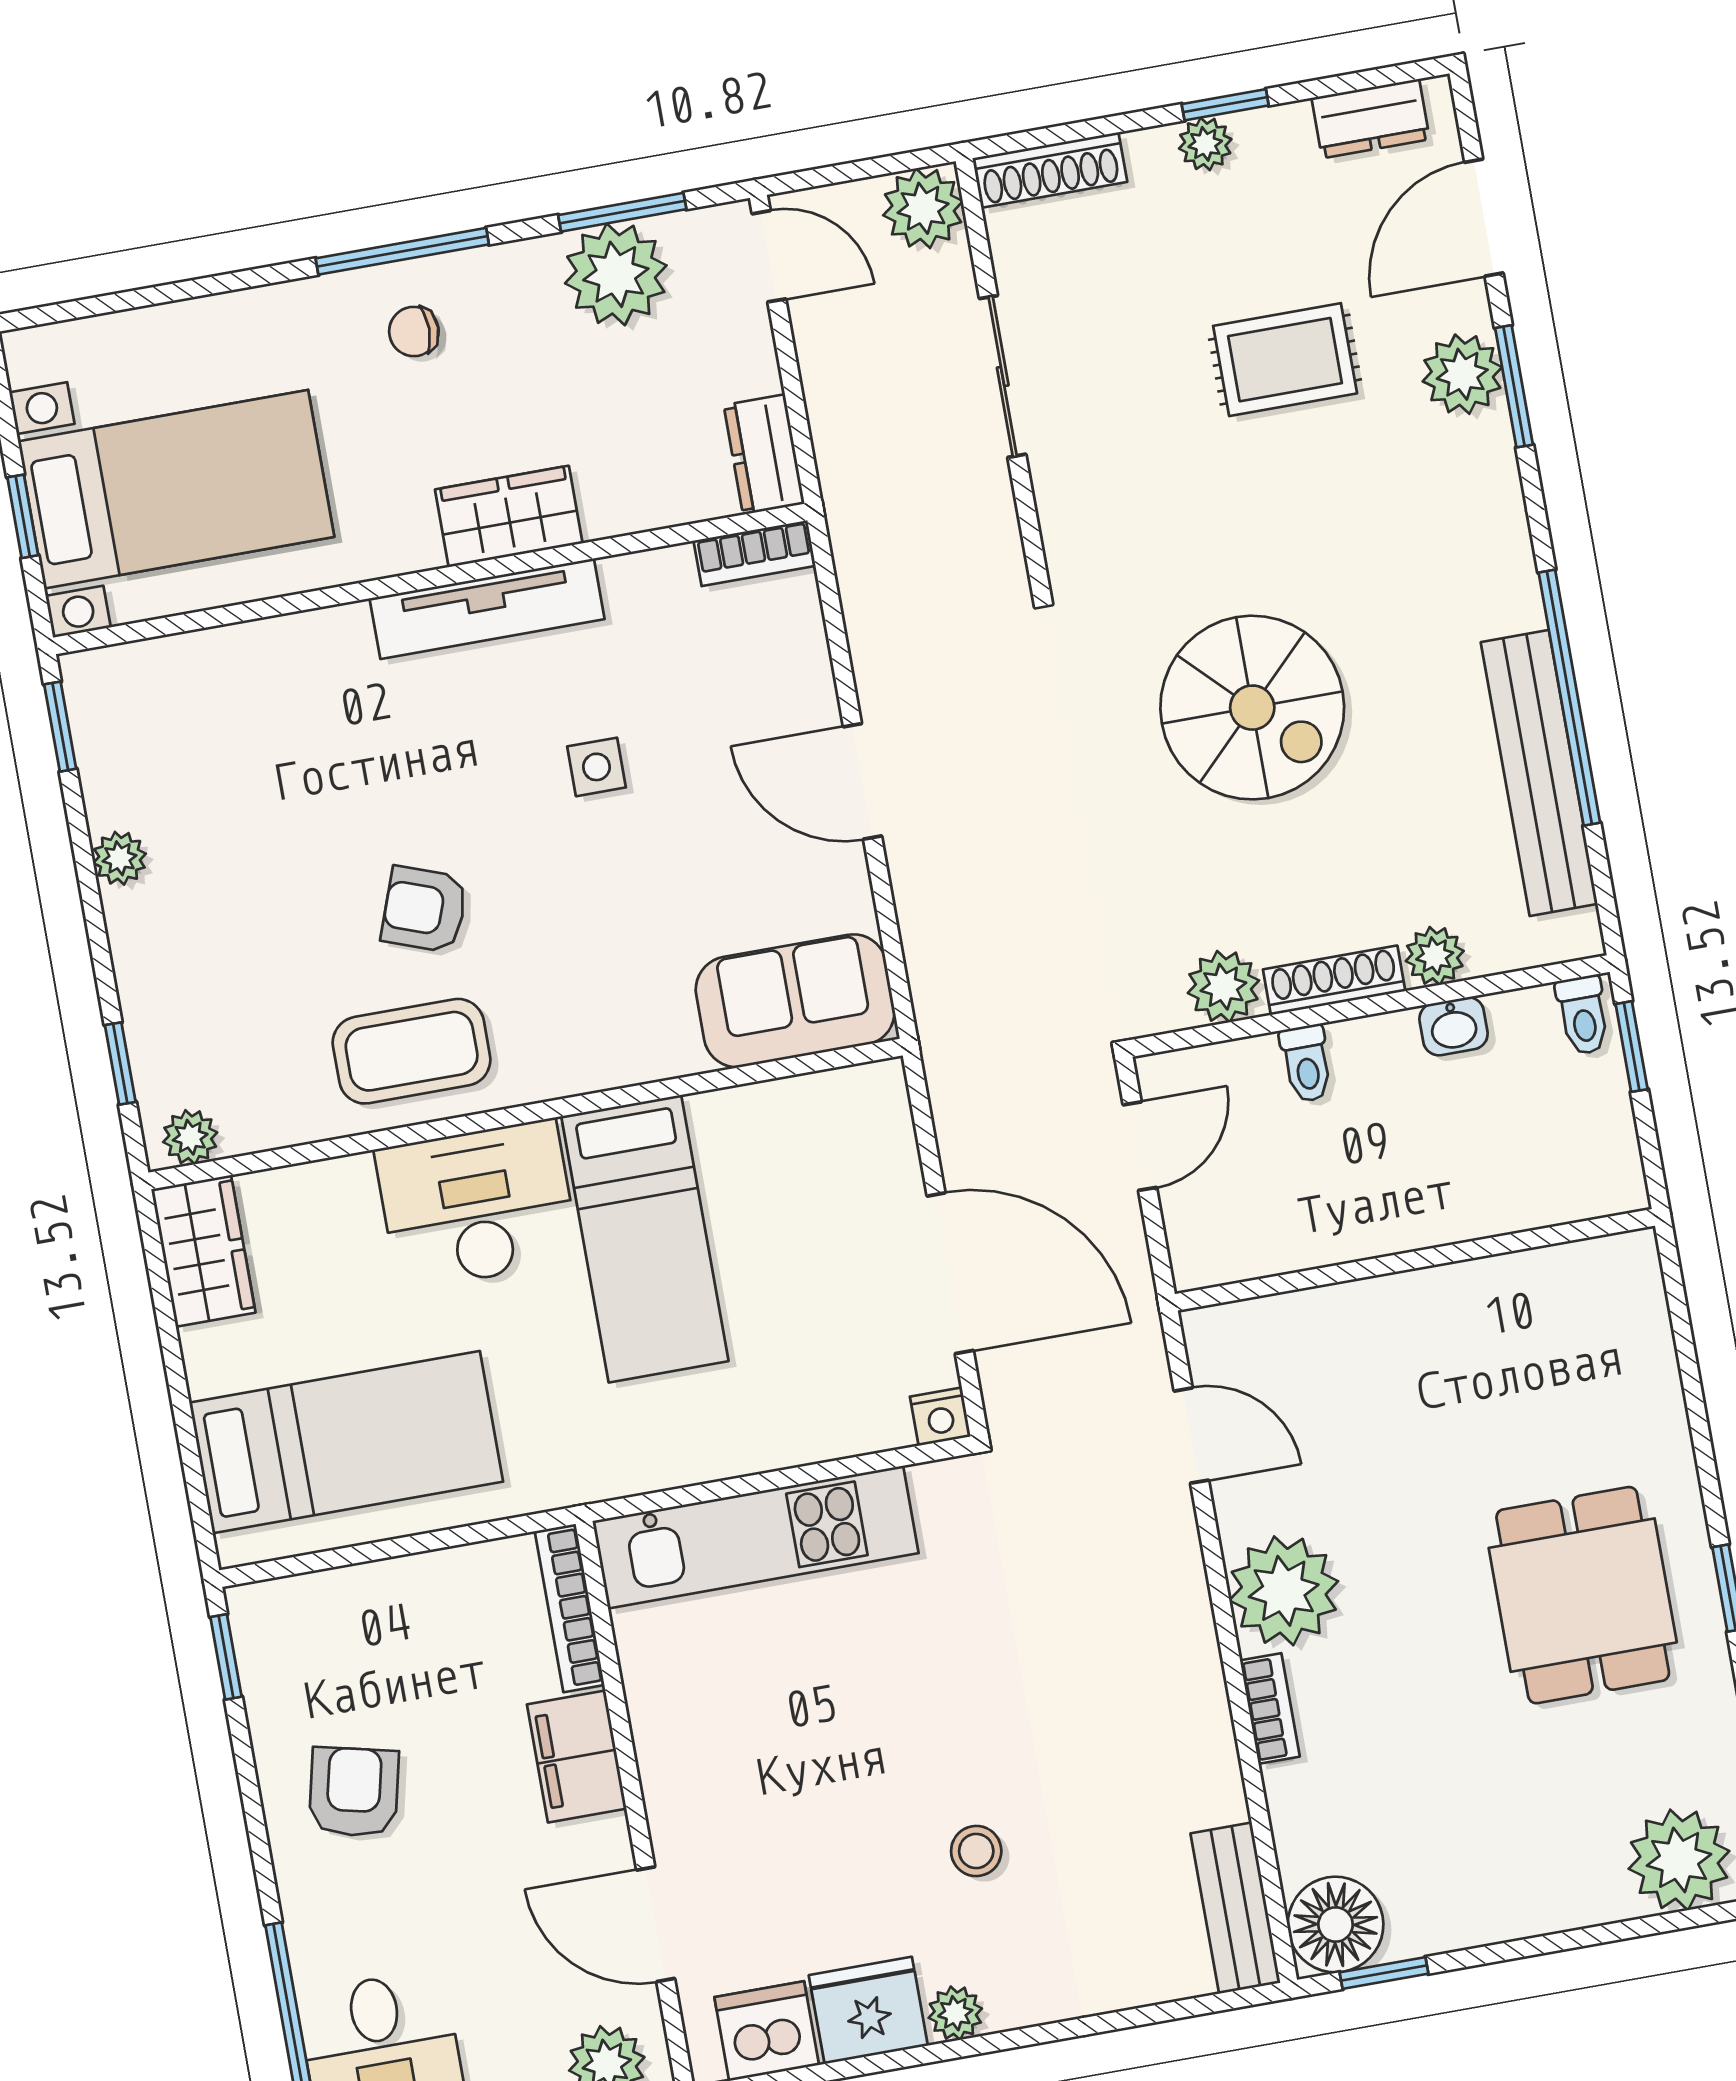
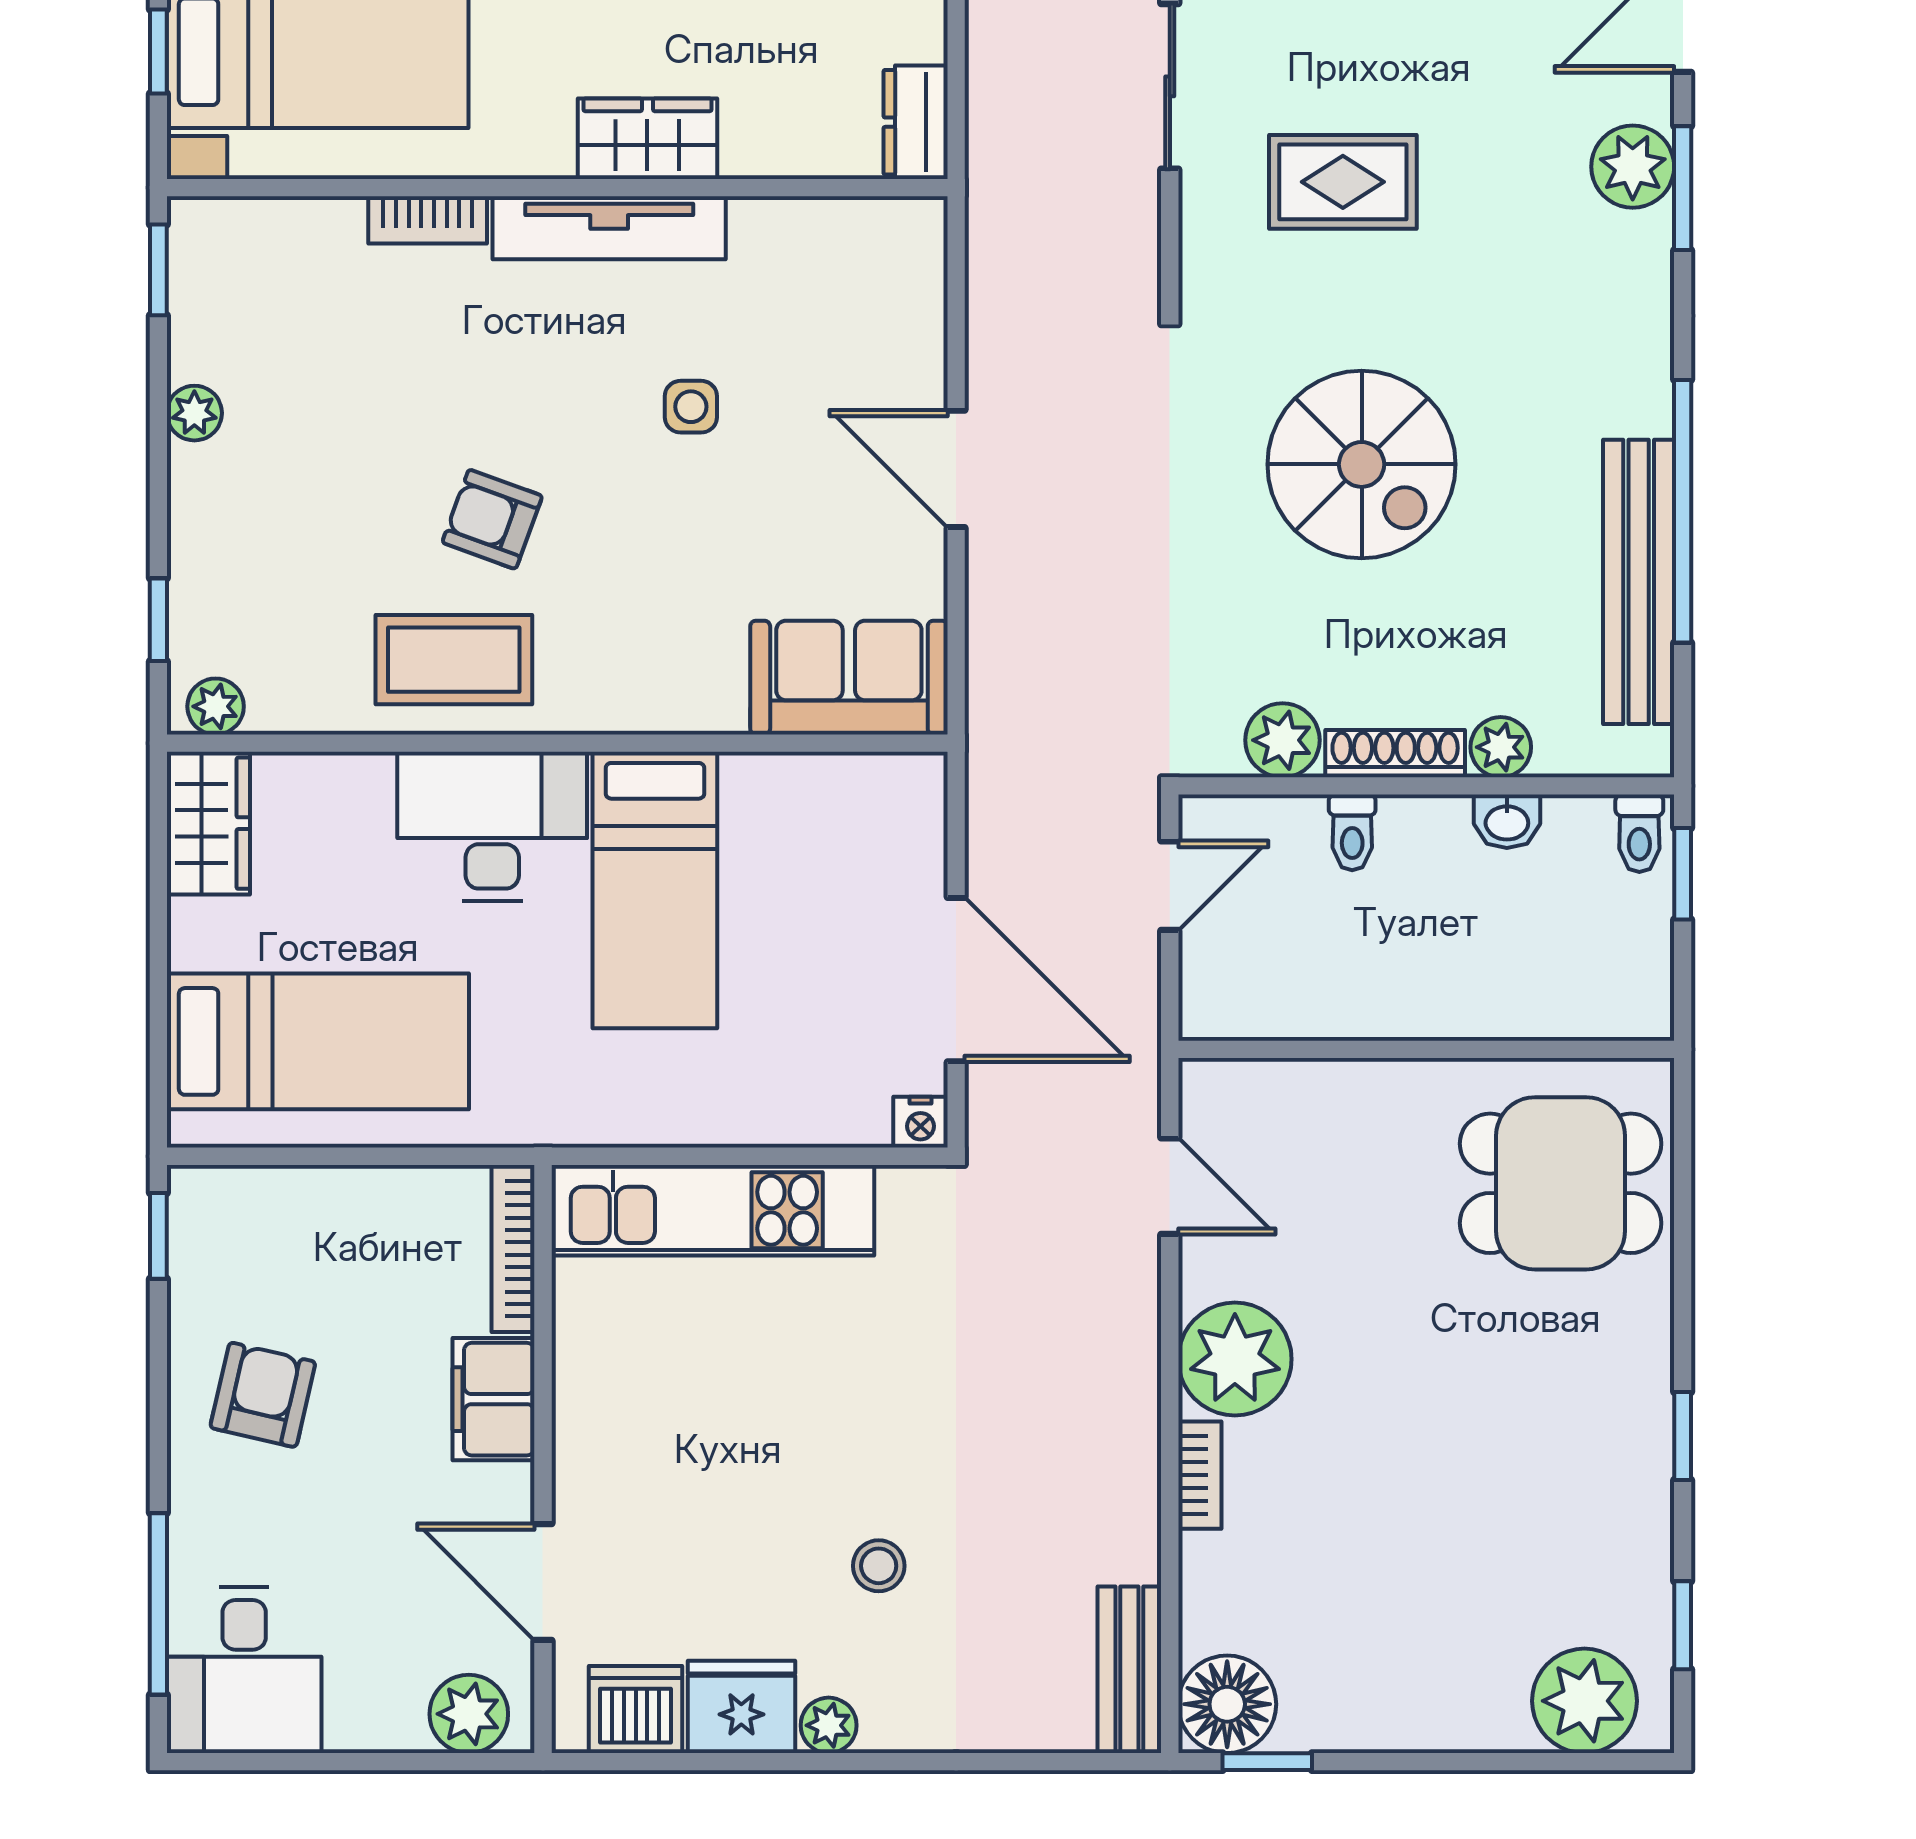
rug: (1285, 360) -> (1343, 182), moved
bookcase: (755, 553) -> (428, 220), moved
dining table: (1583, 1595) -> (1561, 1183), moved, turned 90

